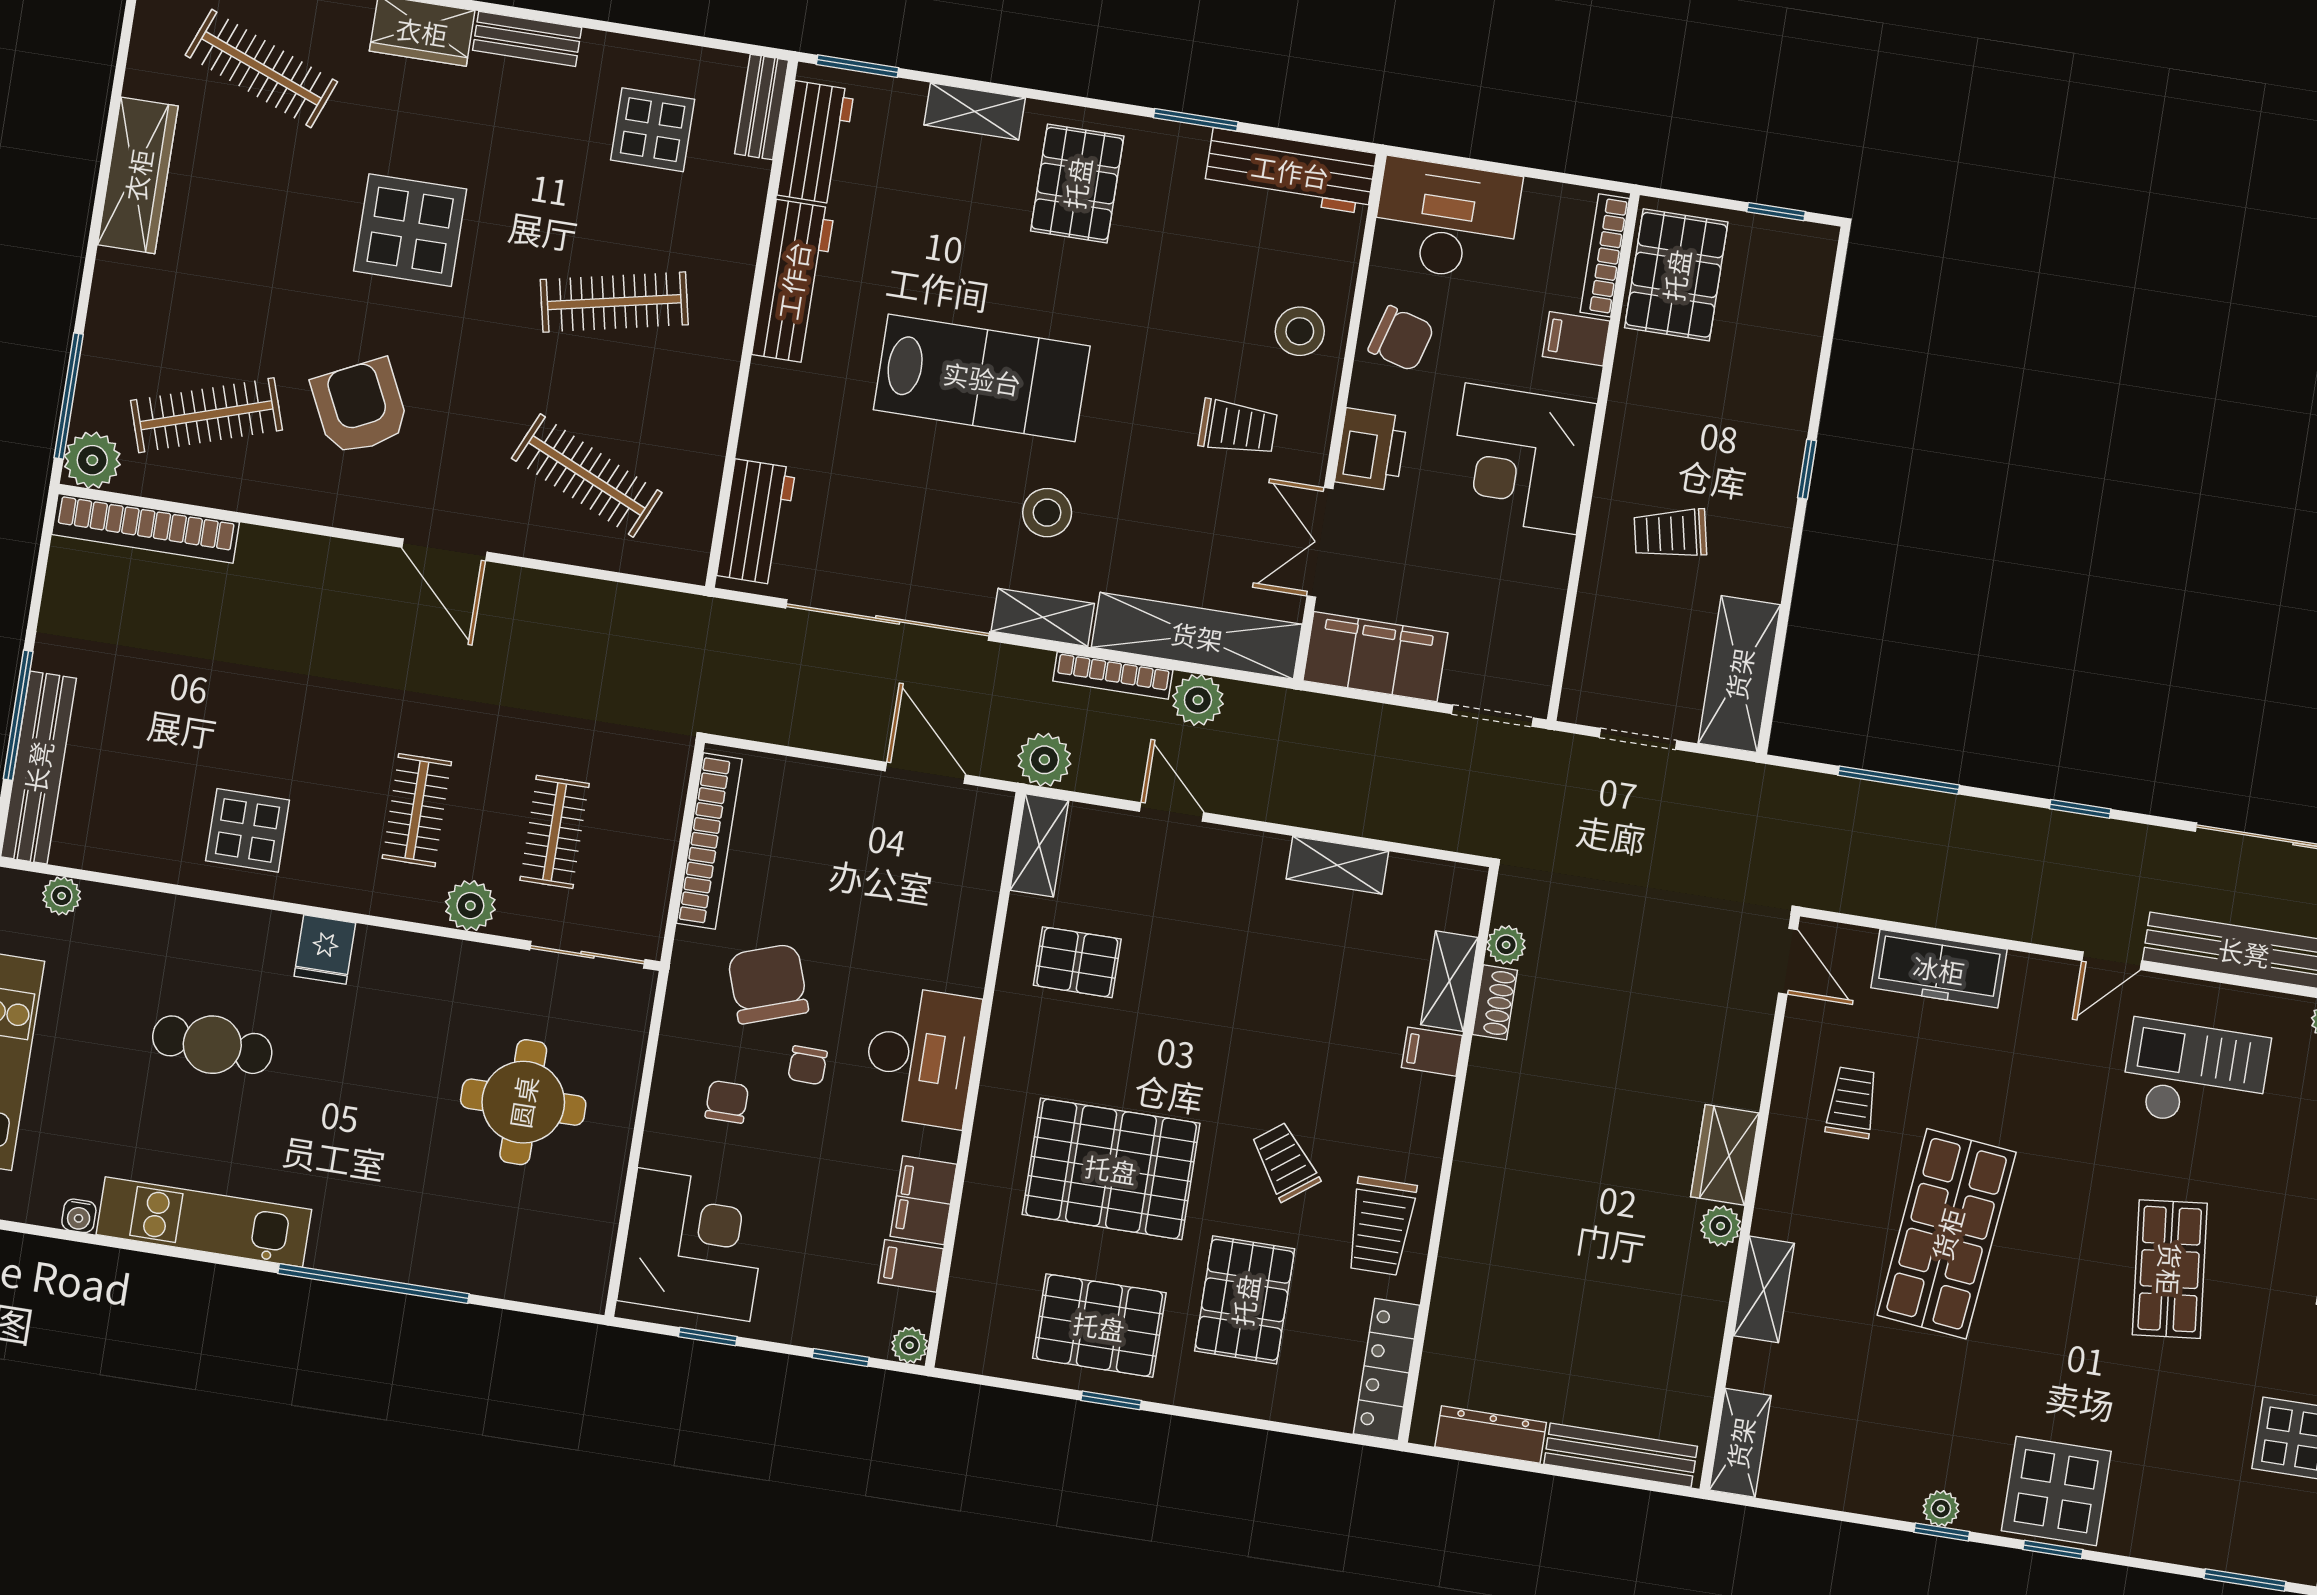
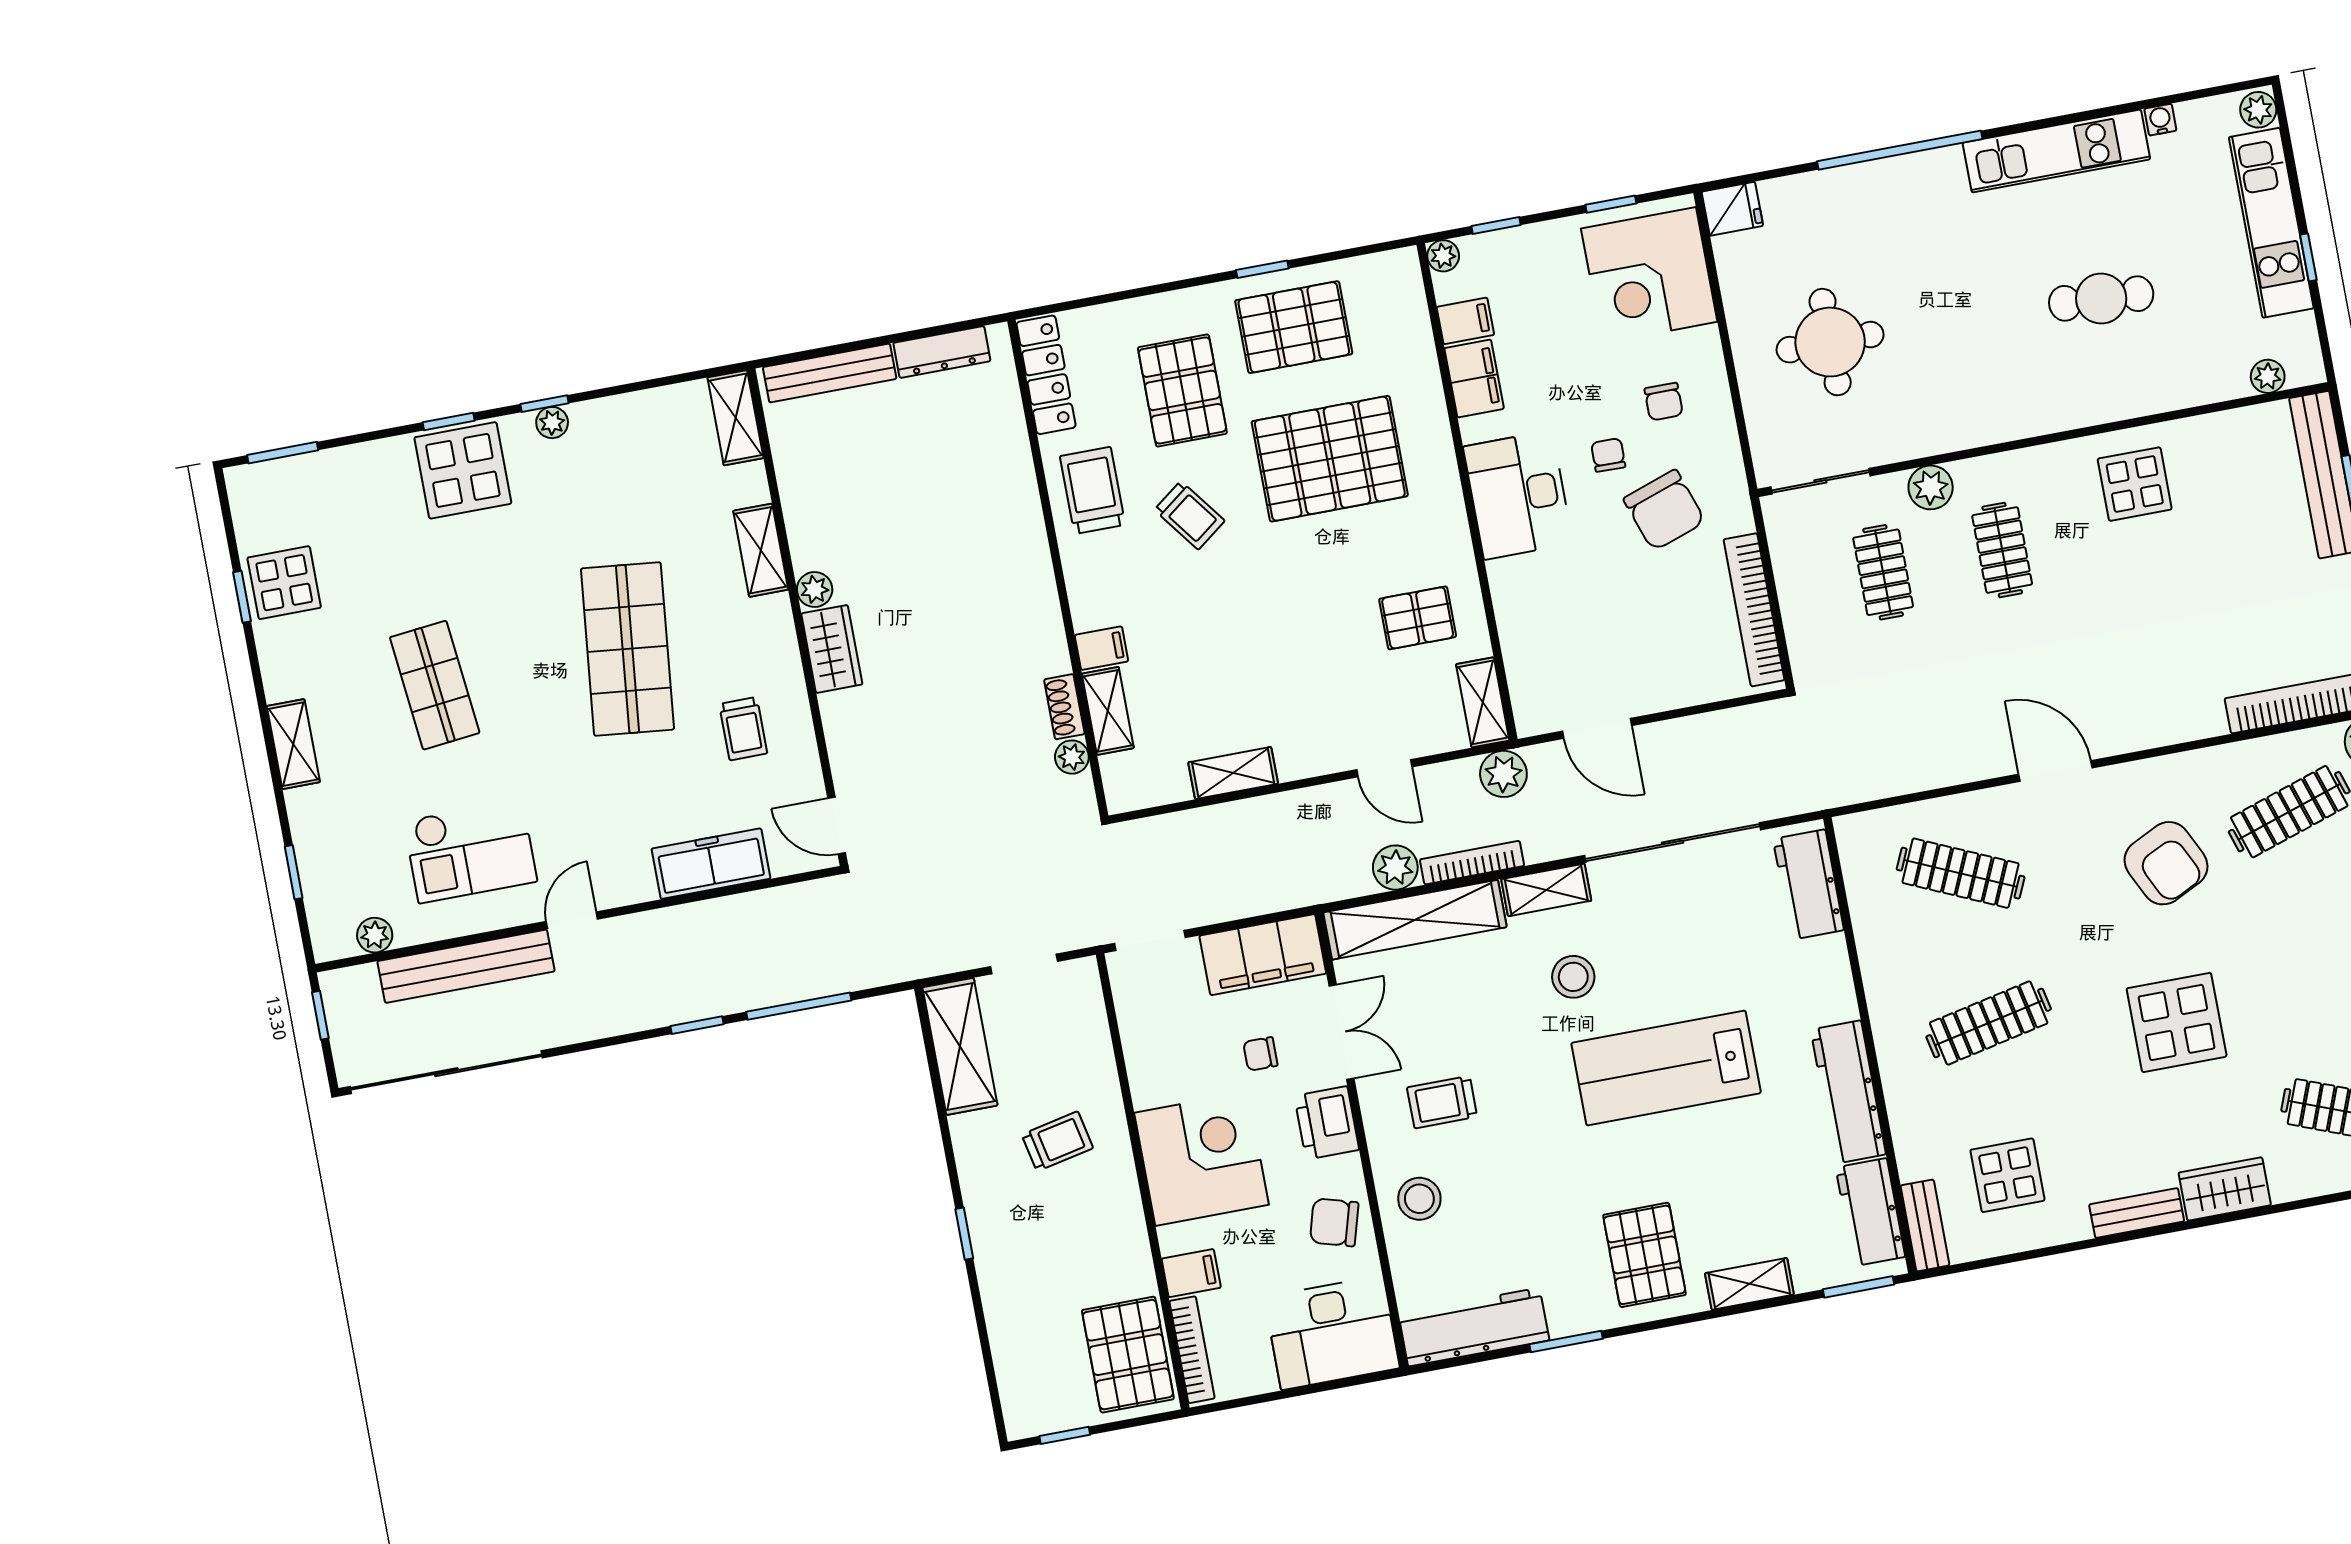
chair: (1416, 550) -> (1260, 1054), added
window: (2080, 809) -> (697, 1025), moved
fridge: (325, 950) -> (1732, 209), moved, turned 90

